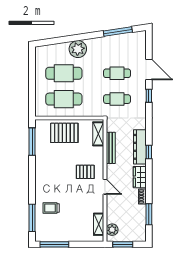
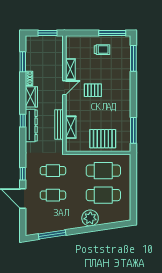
shelving: (98, 134) -> (71, 127), moved
pallet: (85, 172) -> (93, 90), moved
door: (105, 187) -> (64, 88), swing flipped
trolley: (51, 208) -> (102, 50), moved
shelving: (99, 224) -> (70, 69), moved
plant: (112, 230) -> (58, 47), removed

